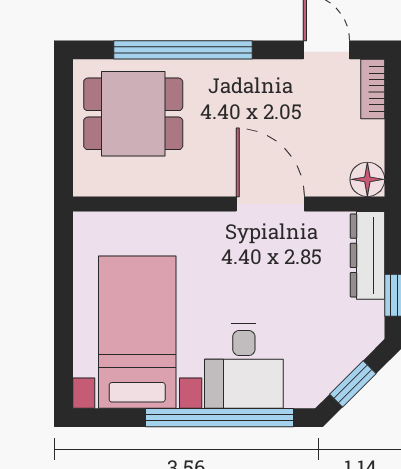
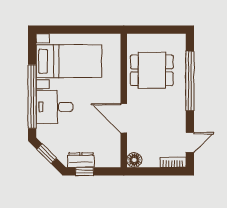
dining table: (133, 114) -> (152, 70), moved, turned 90
door: (270, 204) -> (124, 118), swing flipped
dresser: (368, 255) -> (81, 160), moved, width x0.70

